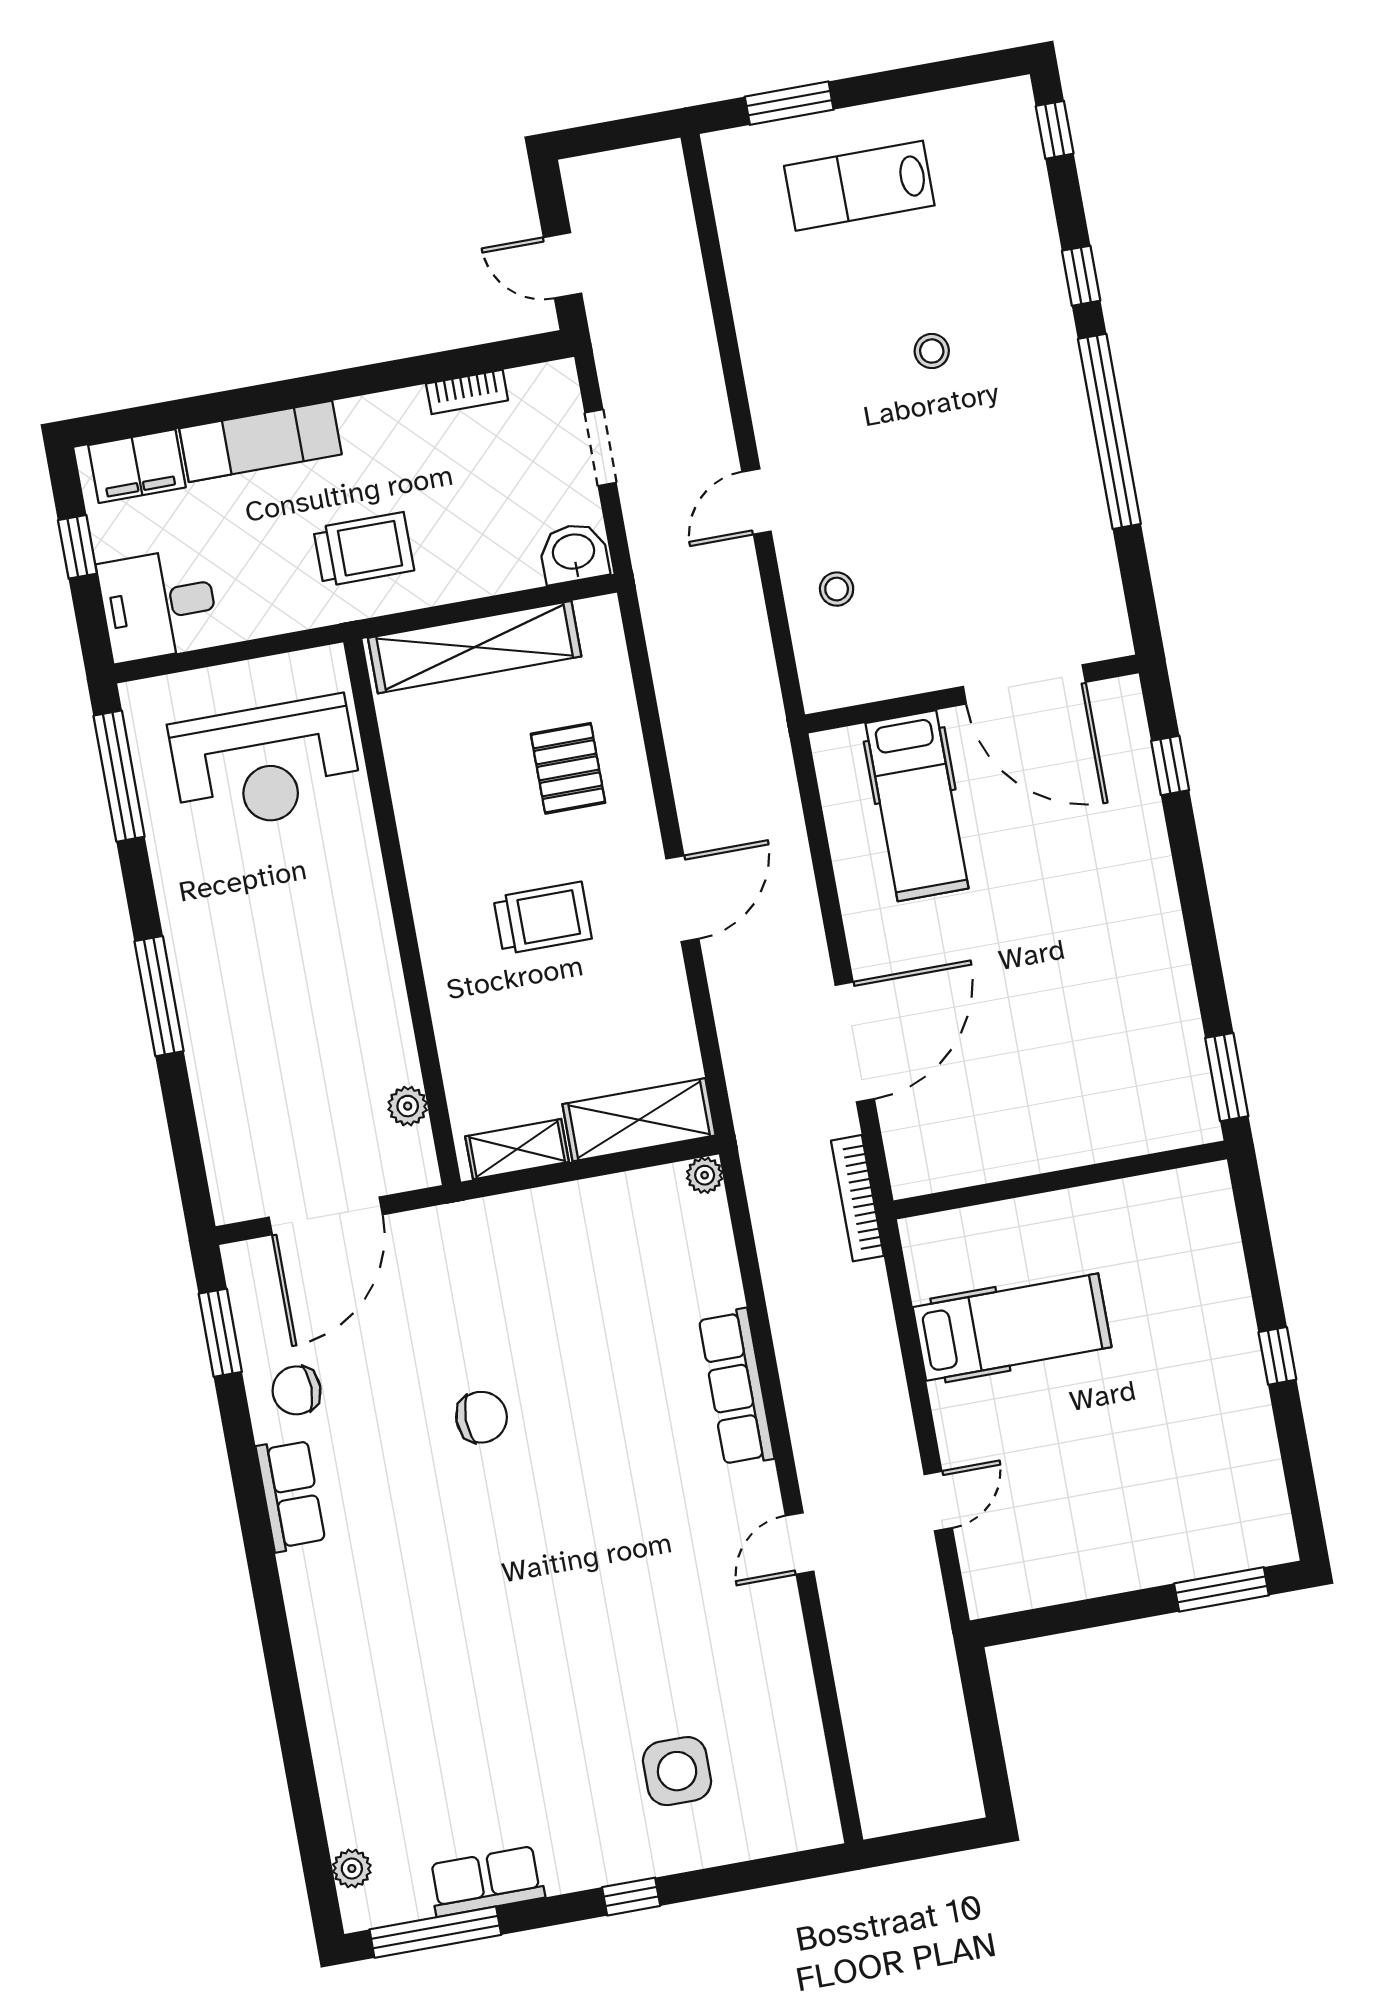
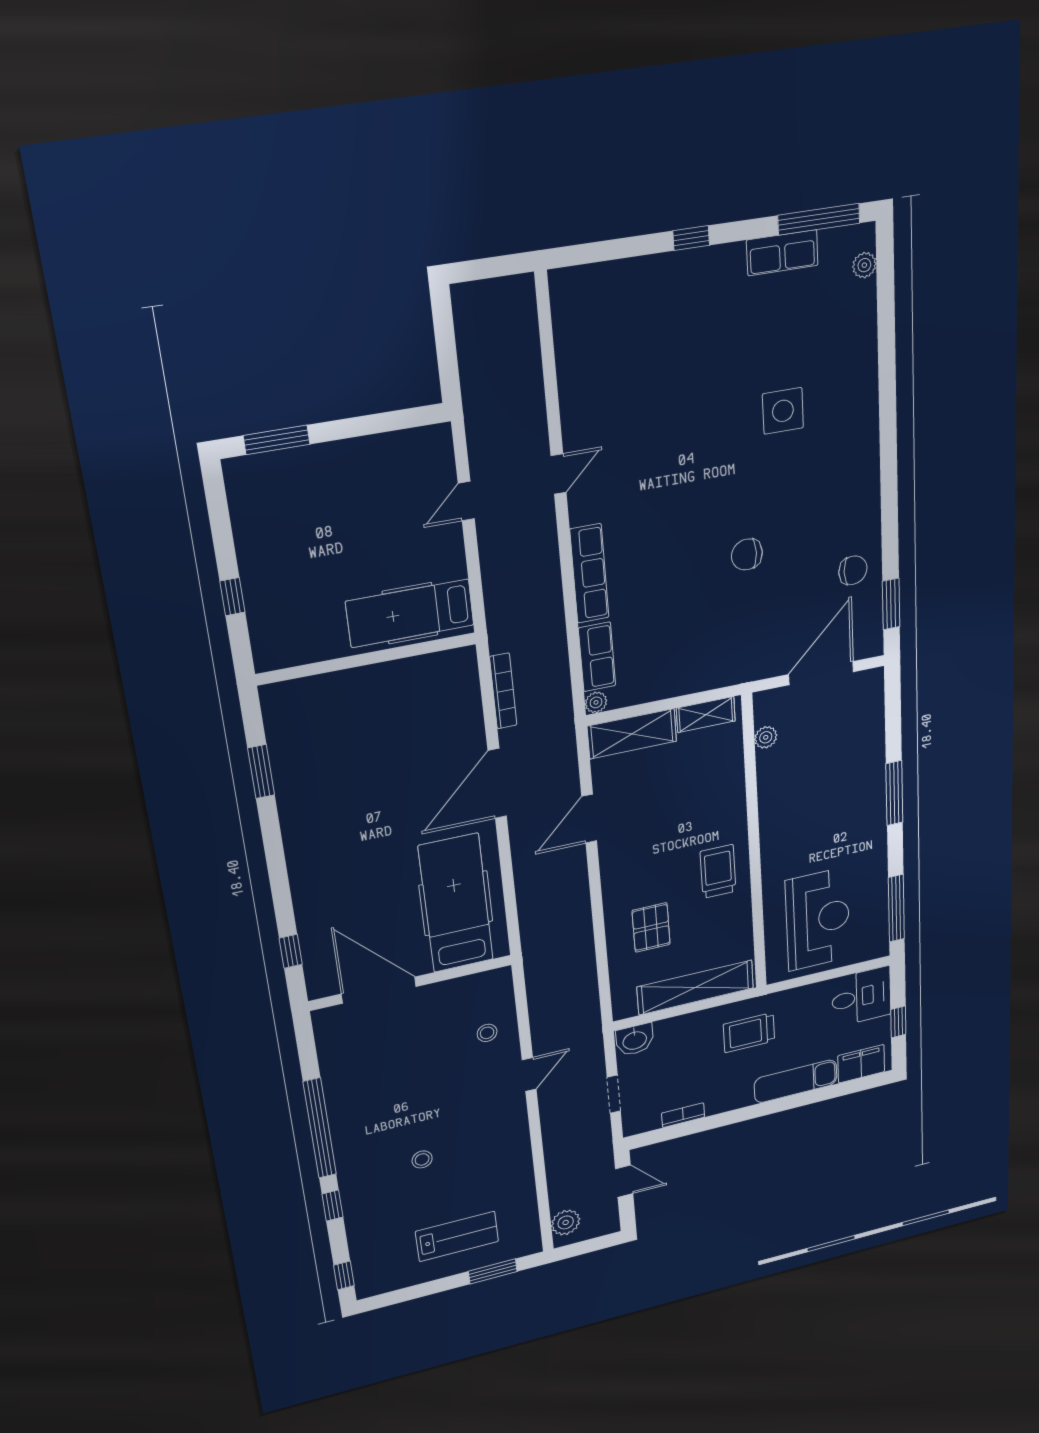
plant: (663, 191) -> (566, 1222), added
reception desk: (265, 764) -> (818, 919), turned 90
hospital bed: (917, 806) -> (456, 903), width x1.37, depth x1.29
door: (682, 899) -> (589, 819), moved
trolley: (543, 918) -> (718, 872), moved, turned 90
wall: (1060, 1180) -> (367, 659), moved
row of seats: (291, 1495) -> (597, 657), moved, turned 180
side table: (677, 1771) -> (783, 411), moved

